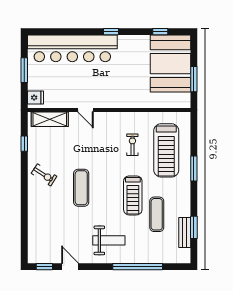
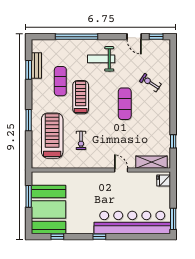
window: (24, 70) -> (173, 219), moved
exercise bike: (44, 175) -> (150, 83), moved

